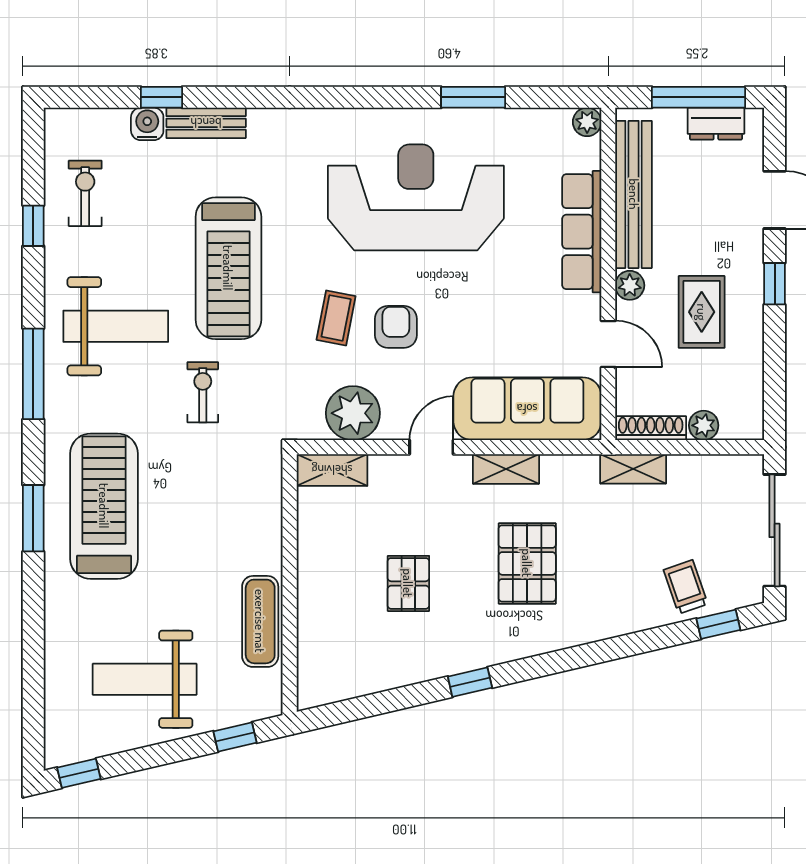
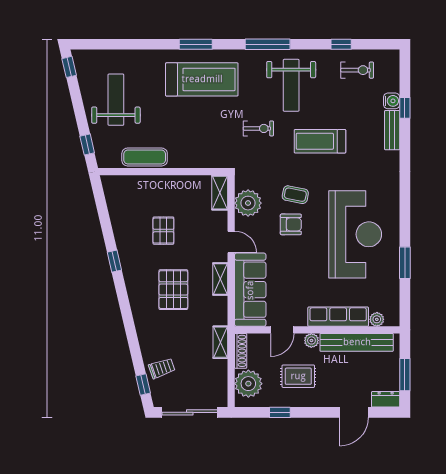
window: (698, 97) -> (405, 375), width x0.69
plant: (587, 122) -> (377, 319), moved
dresser: (716, 124) -> (386, 399), moved, turned 90
treadmill: (228, 268) -> (320, 141), width x0.73, depth x0.73
window: (775, 284) -> (280, 412), moved
plant: (704, 425) -> (248, 384), width x1.87, depth x1.87
pallet: (527, 563) -> (173, 290), turned 90
pallet: (408, 583) -> (163, 231), turned 90

